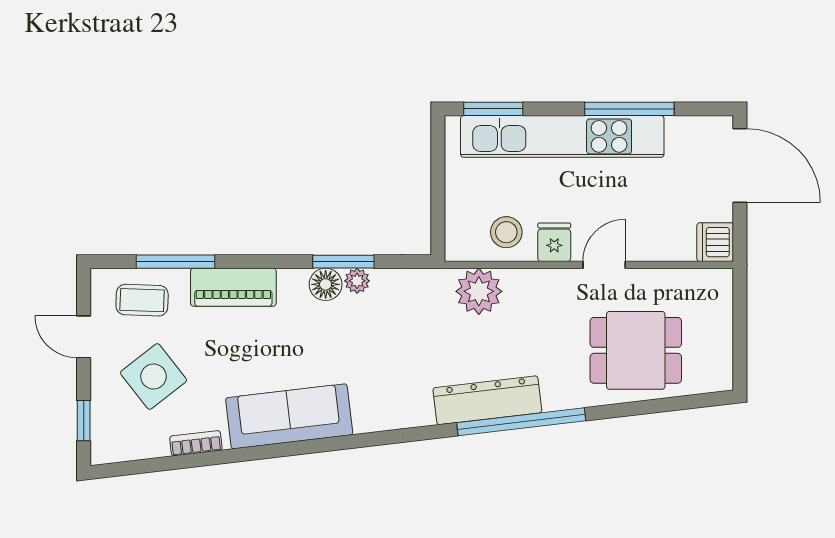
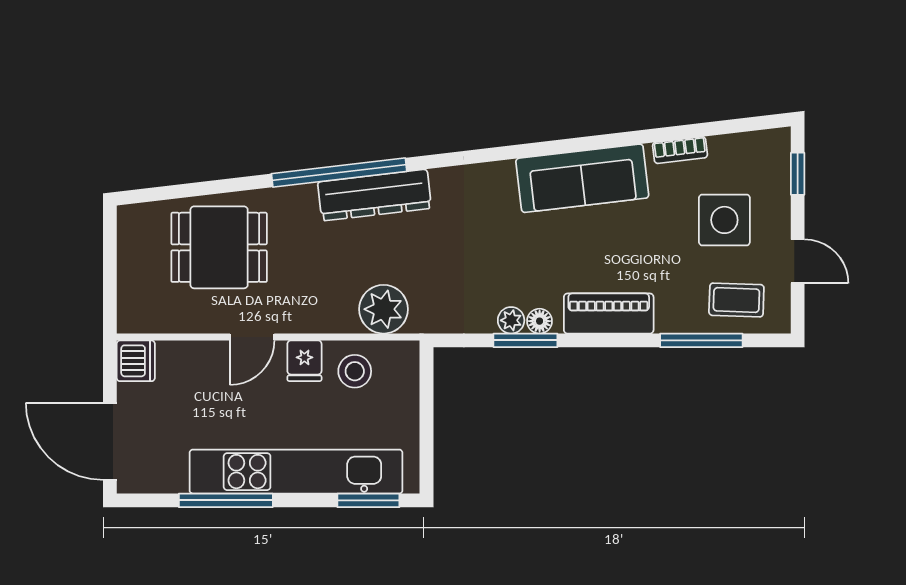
floor lamp: (326, 284) -> (540, 321), width x0.73, depth x0.73
piano: (233, 287) -> (609, 314), moved
side table: (154, 376) -> (724, 220), turned 38

